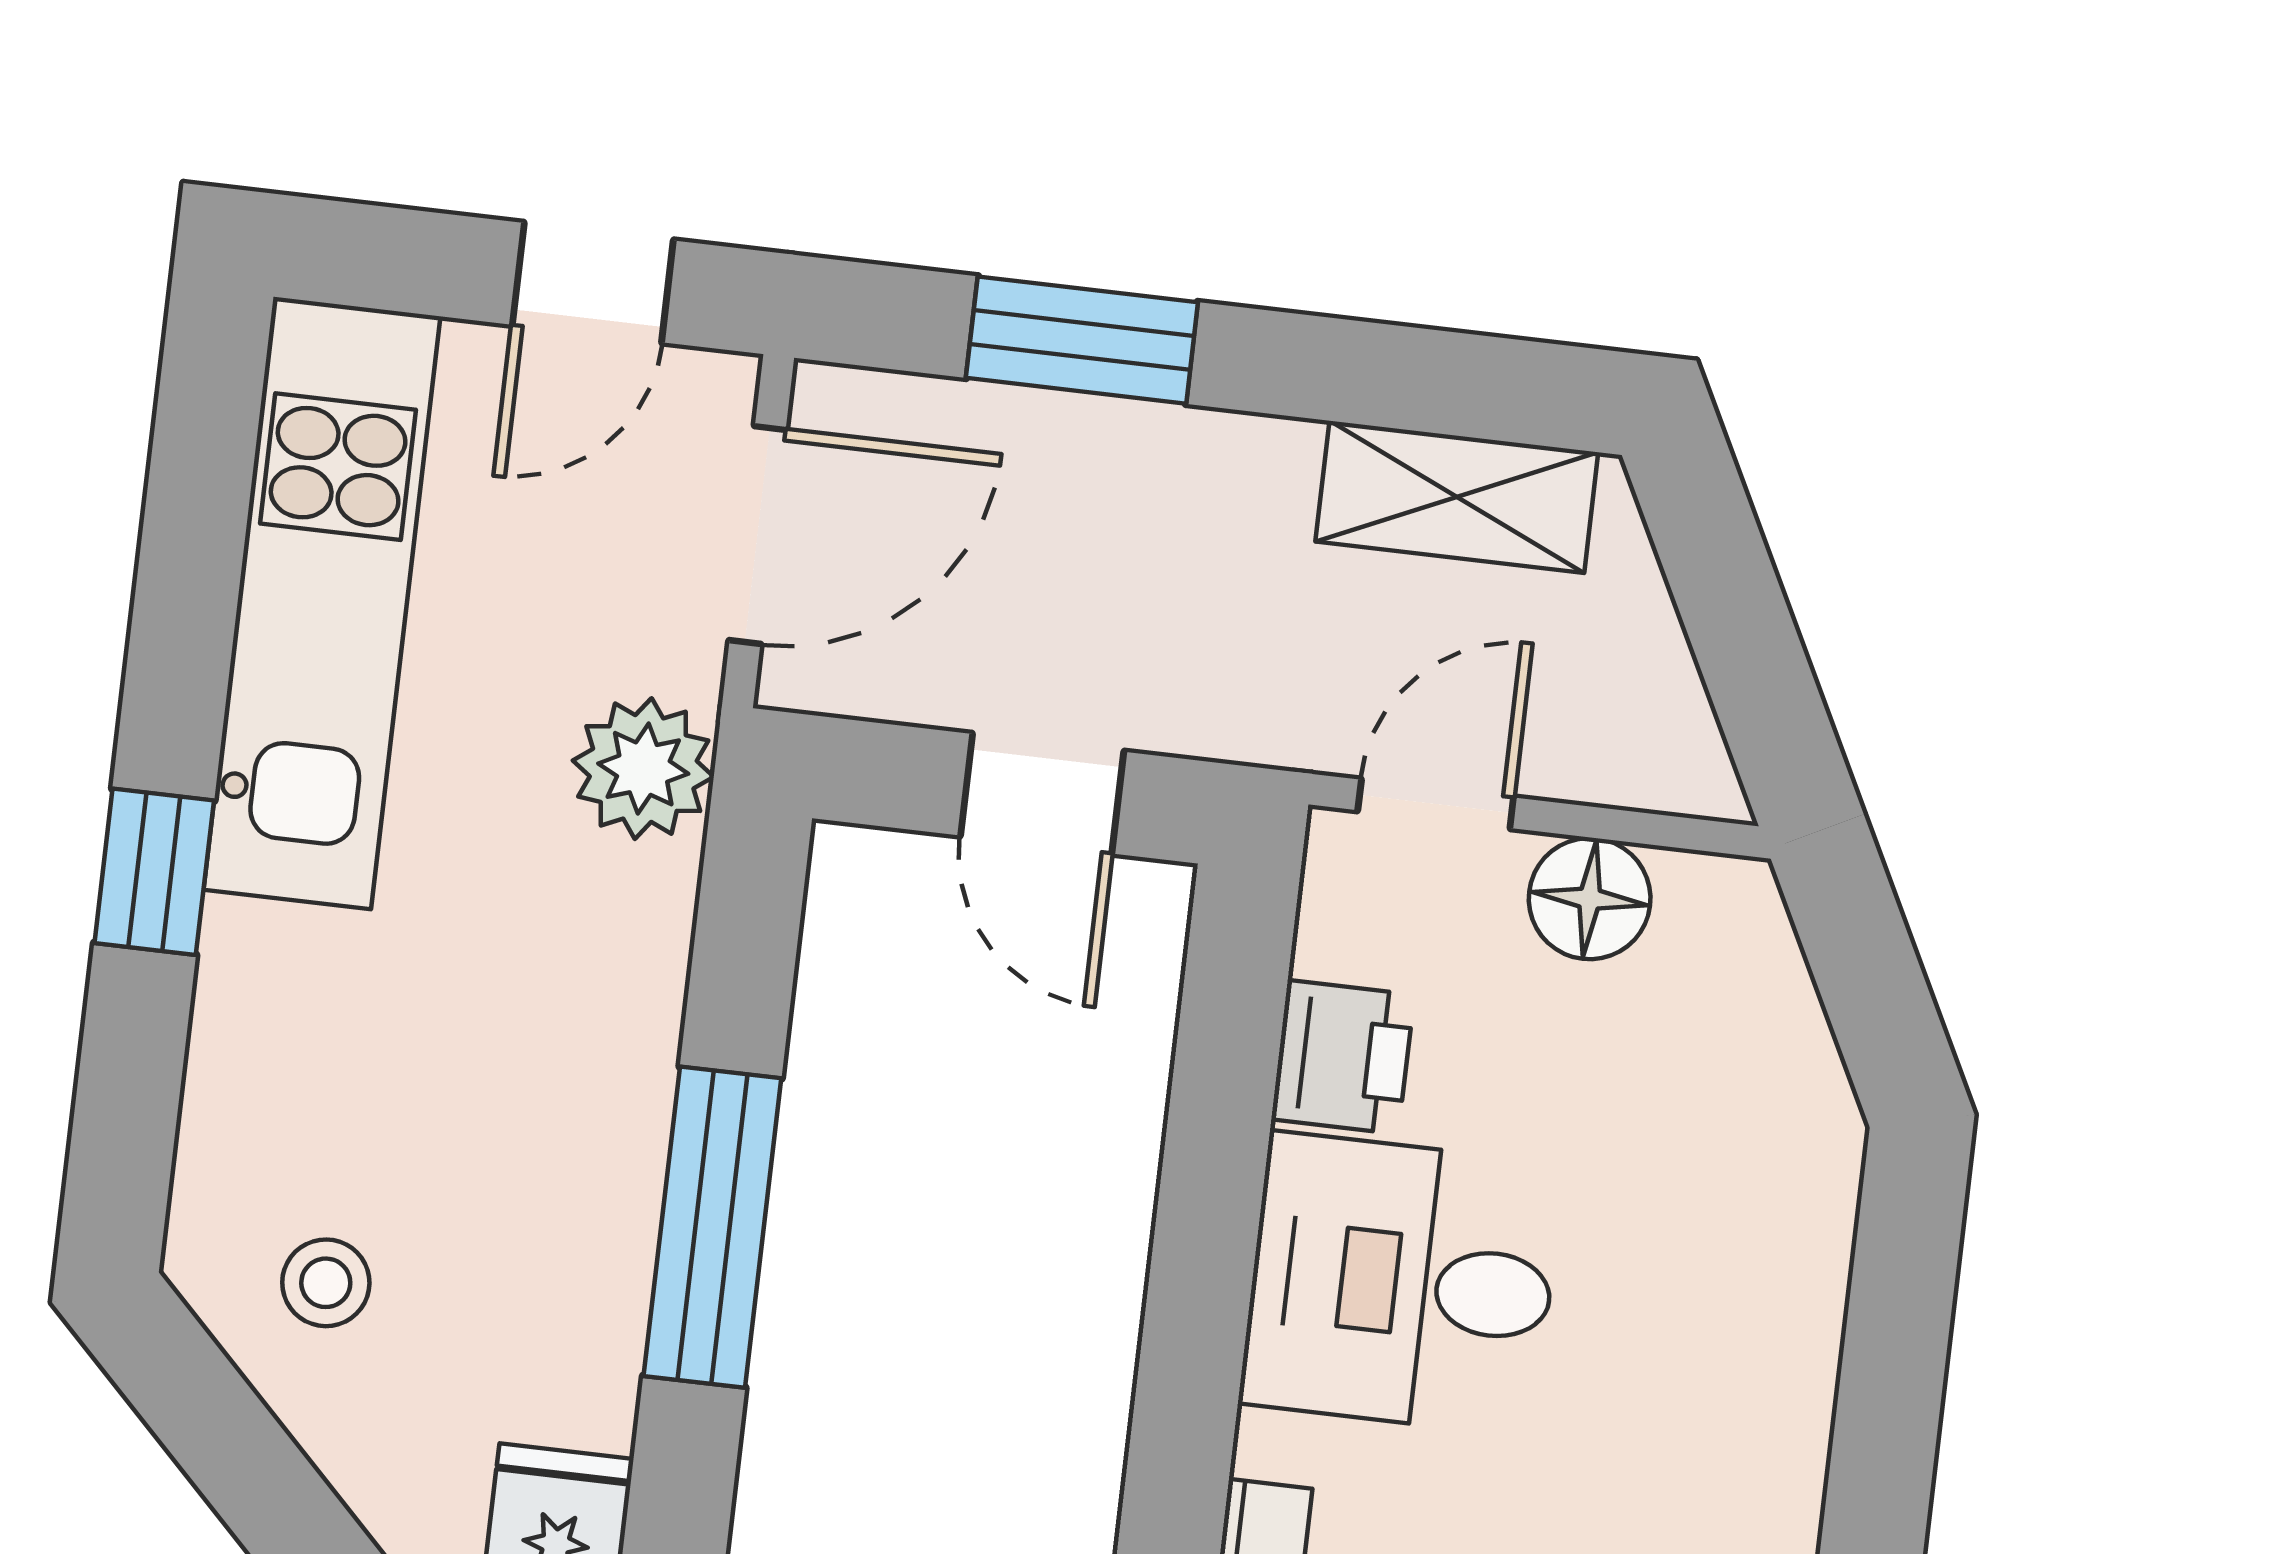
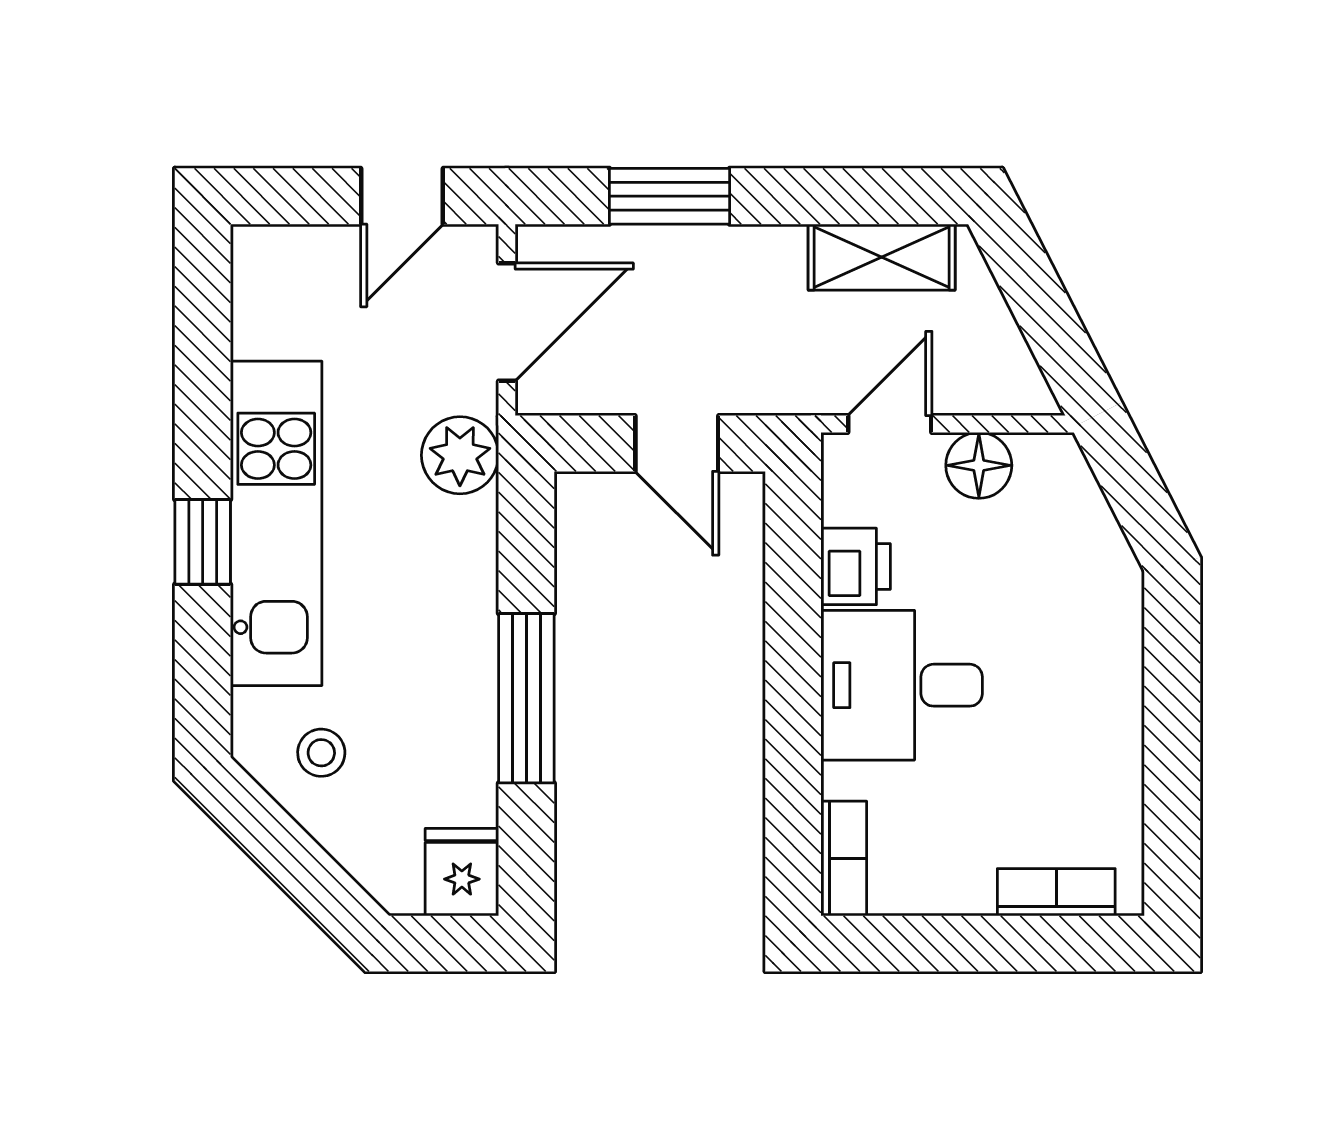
kitchen unit: (322, 603) -> (276, 523), moved

